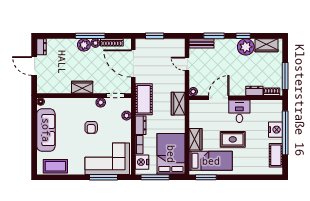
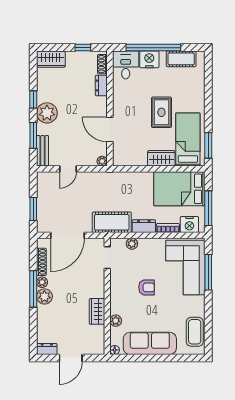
wardrobe: (266, 45) -> (51, 59), moved, turned 90
plant: (246, 47) -> (47, 113), moved
window: (285, 76) -> (83, 48), width x0.46
wardrobe: (82, 87) -> (97, 311), moved
plant: (101, 102) -> (116, 321), moved
wardrobe: (178, 104) -> (117, 180), removed
desk: (239, 111) -> (126, 65), moved, turned 90

